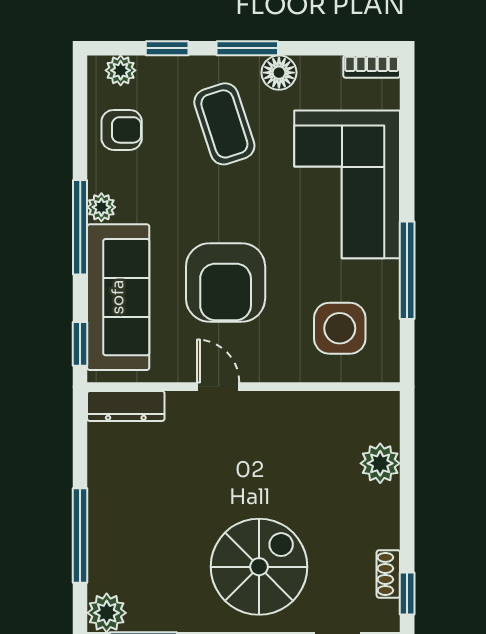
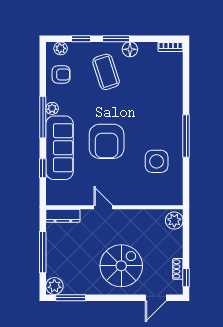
corner sofa: (347, 184) -> (160, 98), removed
door: (218, 387) -> (103, 207), moved
wall: (244, 387) -> (114, 207), moved
dresser: (126, 406) -> (63, 216), moved

